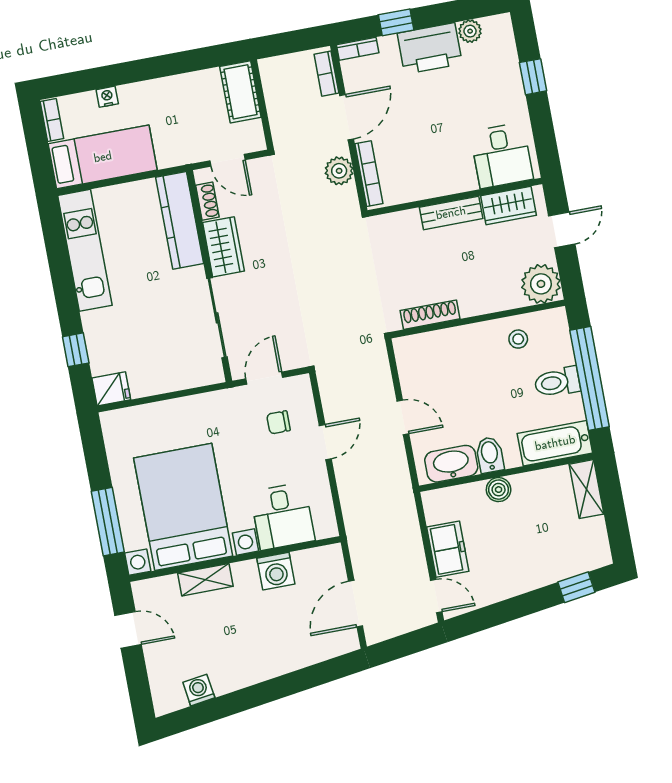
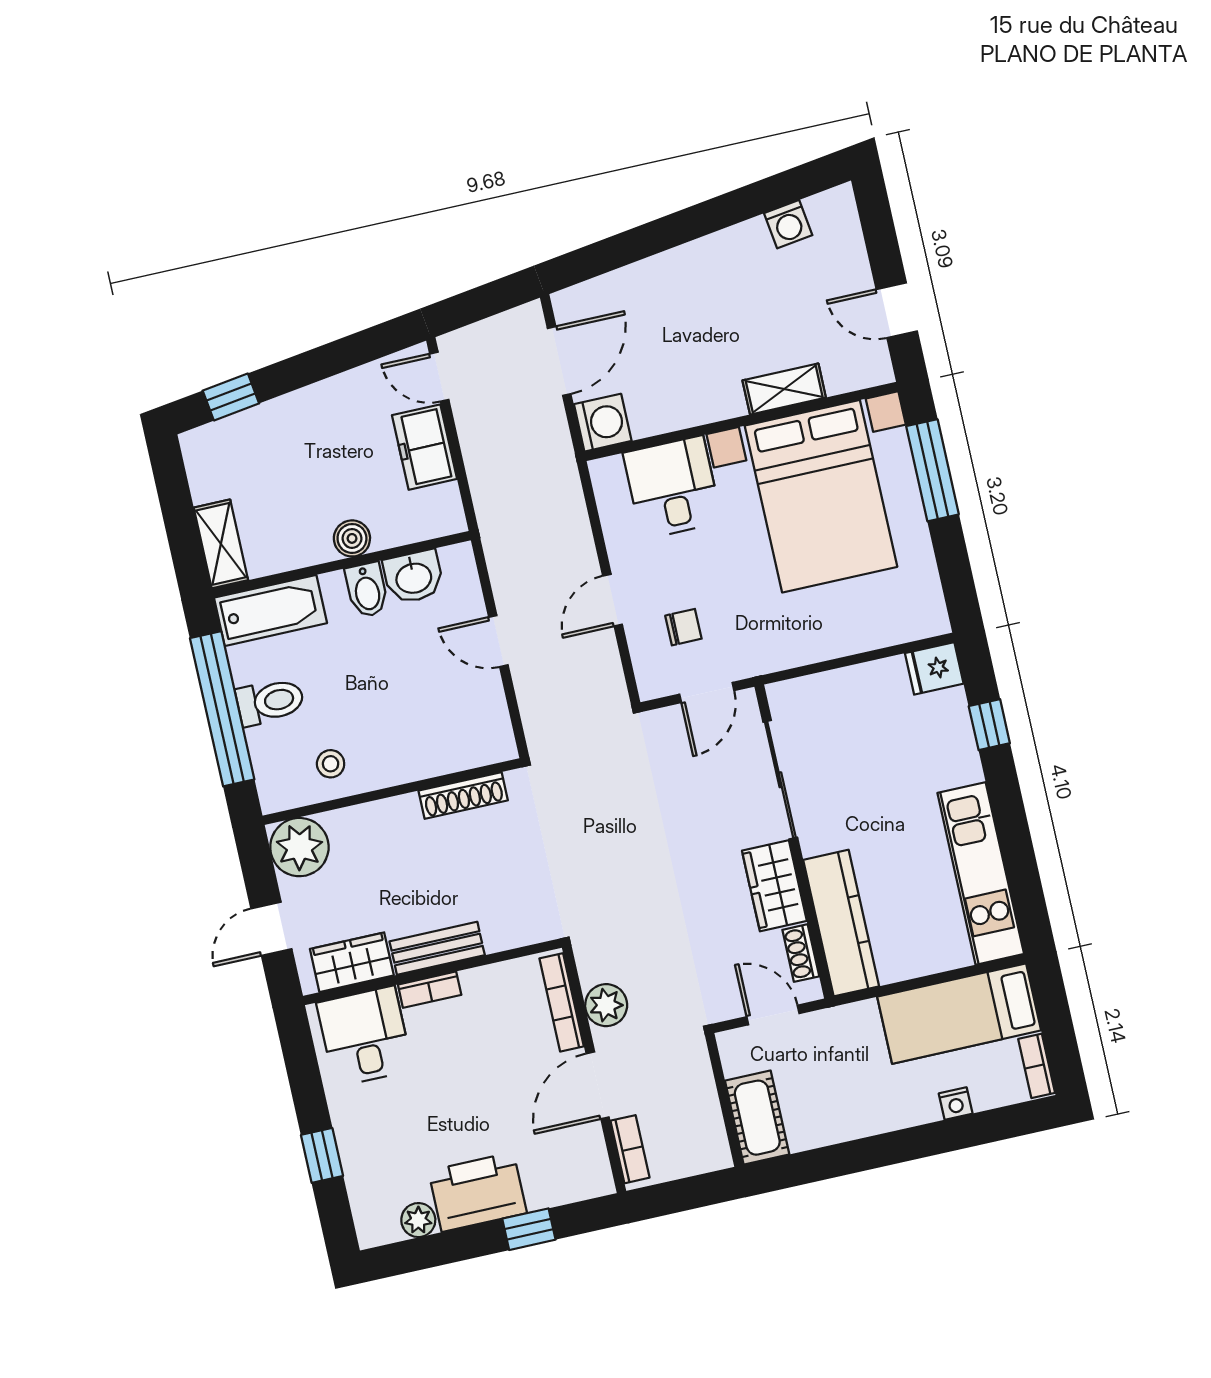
bookcase: (358, 49) -> (430, 990), moved, turned 180
washbasin: (451, 464) -> (413, 577), width x0.72
washing machine: (276, 571) -> (603, 423), moved, turned 90

